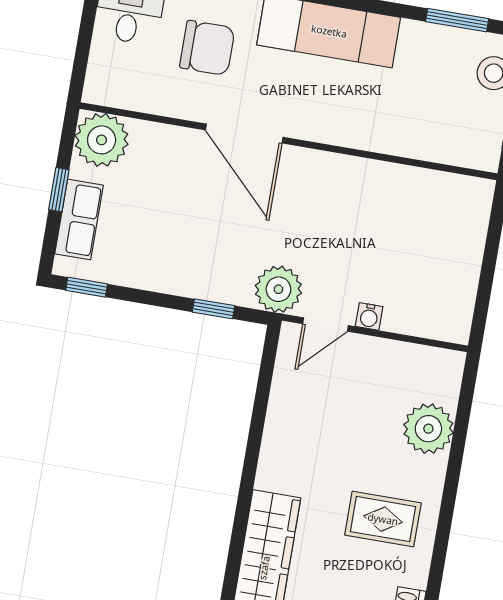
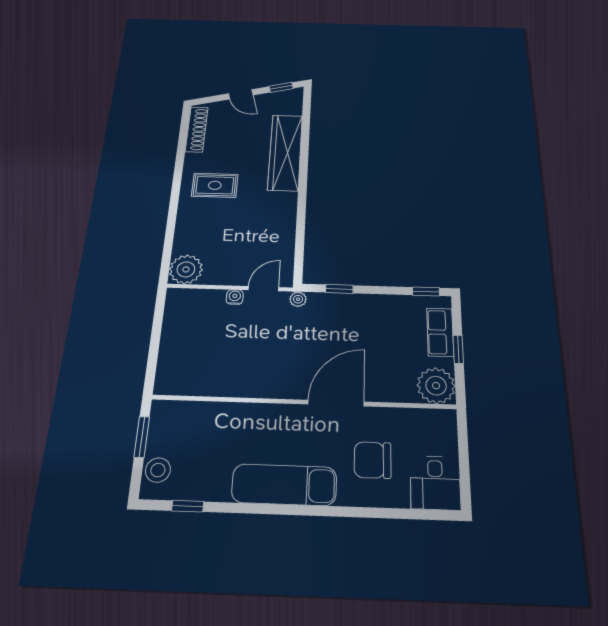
window: (457, 20) -> (188, 506), width x0.67
door: (244, 134) -> (336, 403), hinge flipped
plant: (278, 289) -> (298, 299), width x0.53, depth x0.53
plant: (428, 429) -> (186, 269), moved

